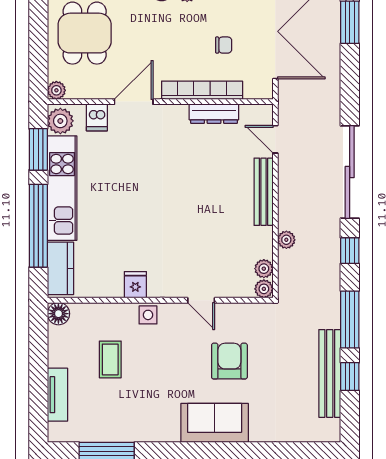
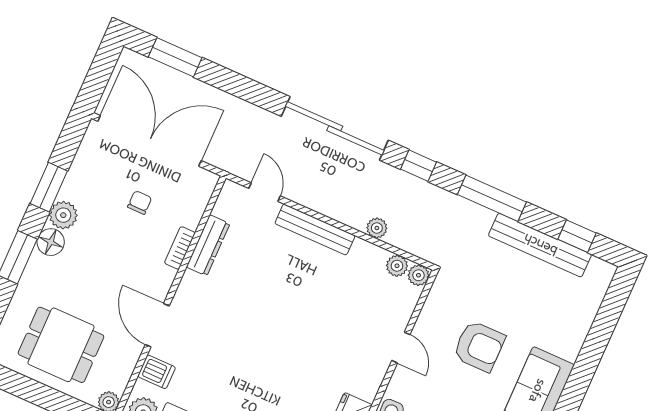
bookcase: (202, 90) -> (180, 248), width x0.43, depth x0.76
door: (275, 139) -> (265, 192), swing flipped
door: (201, 300) -> (401, 348), hinge flipped
armchair: (229, 361) -> (479, 346), turned 180
window: (350, 377) -> (577, 236), moved

